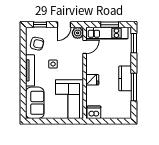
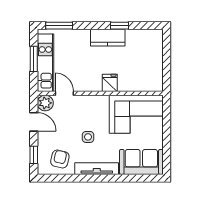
window: (134, 87) -> (120, 26), width x0.46
dishwasher: (94, 112) -> (154, 81), removed

